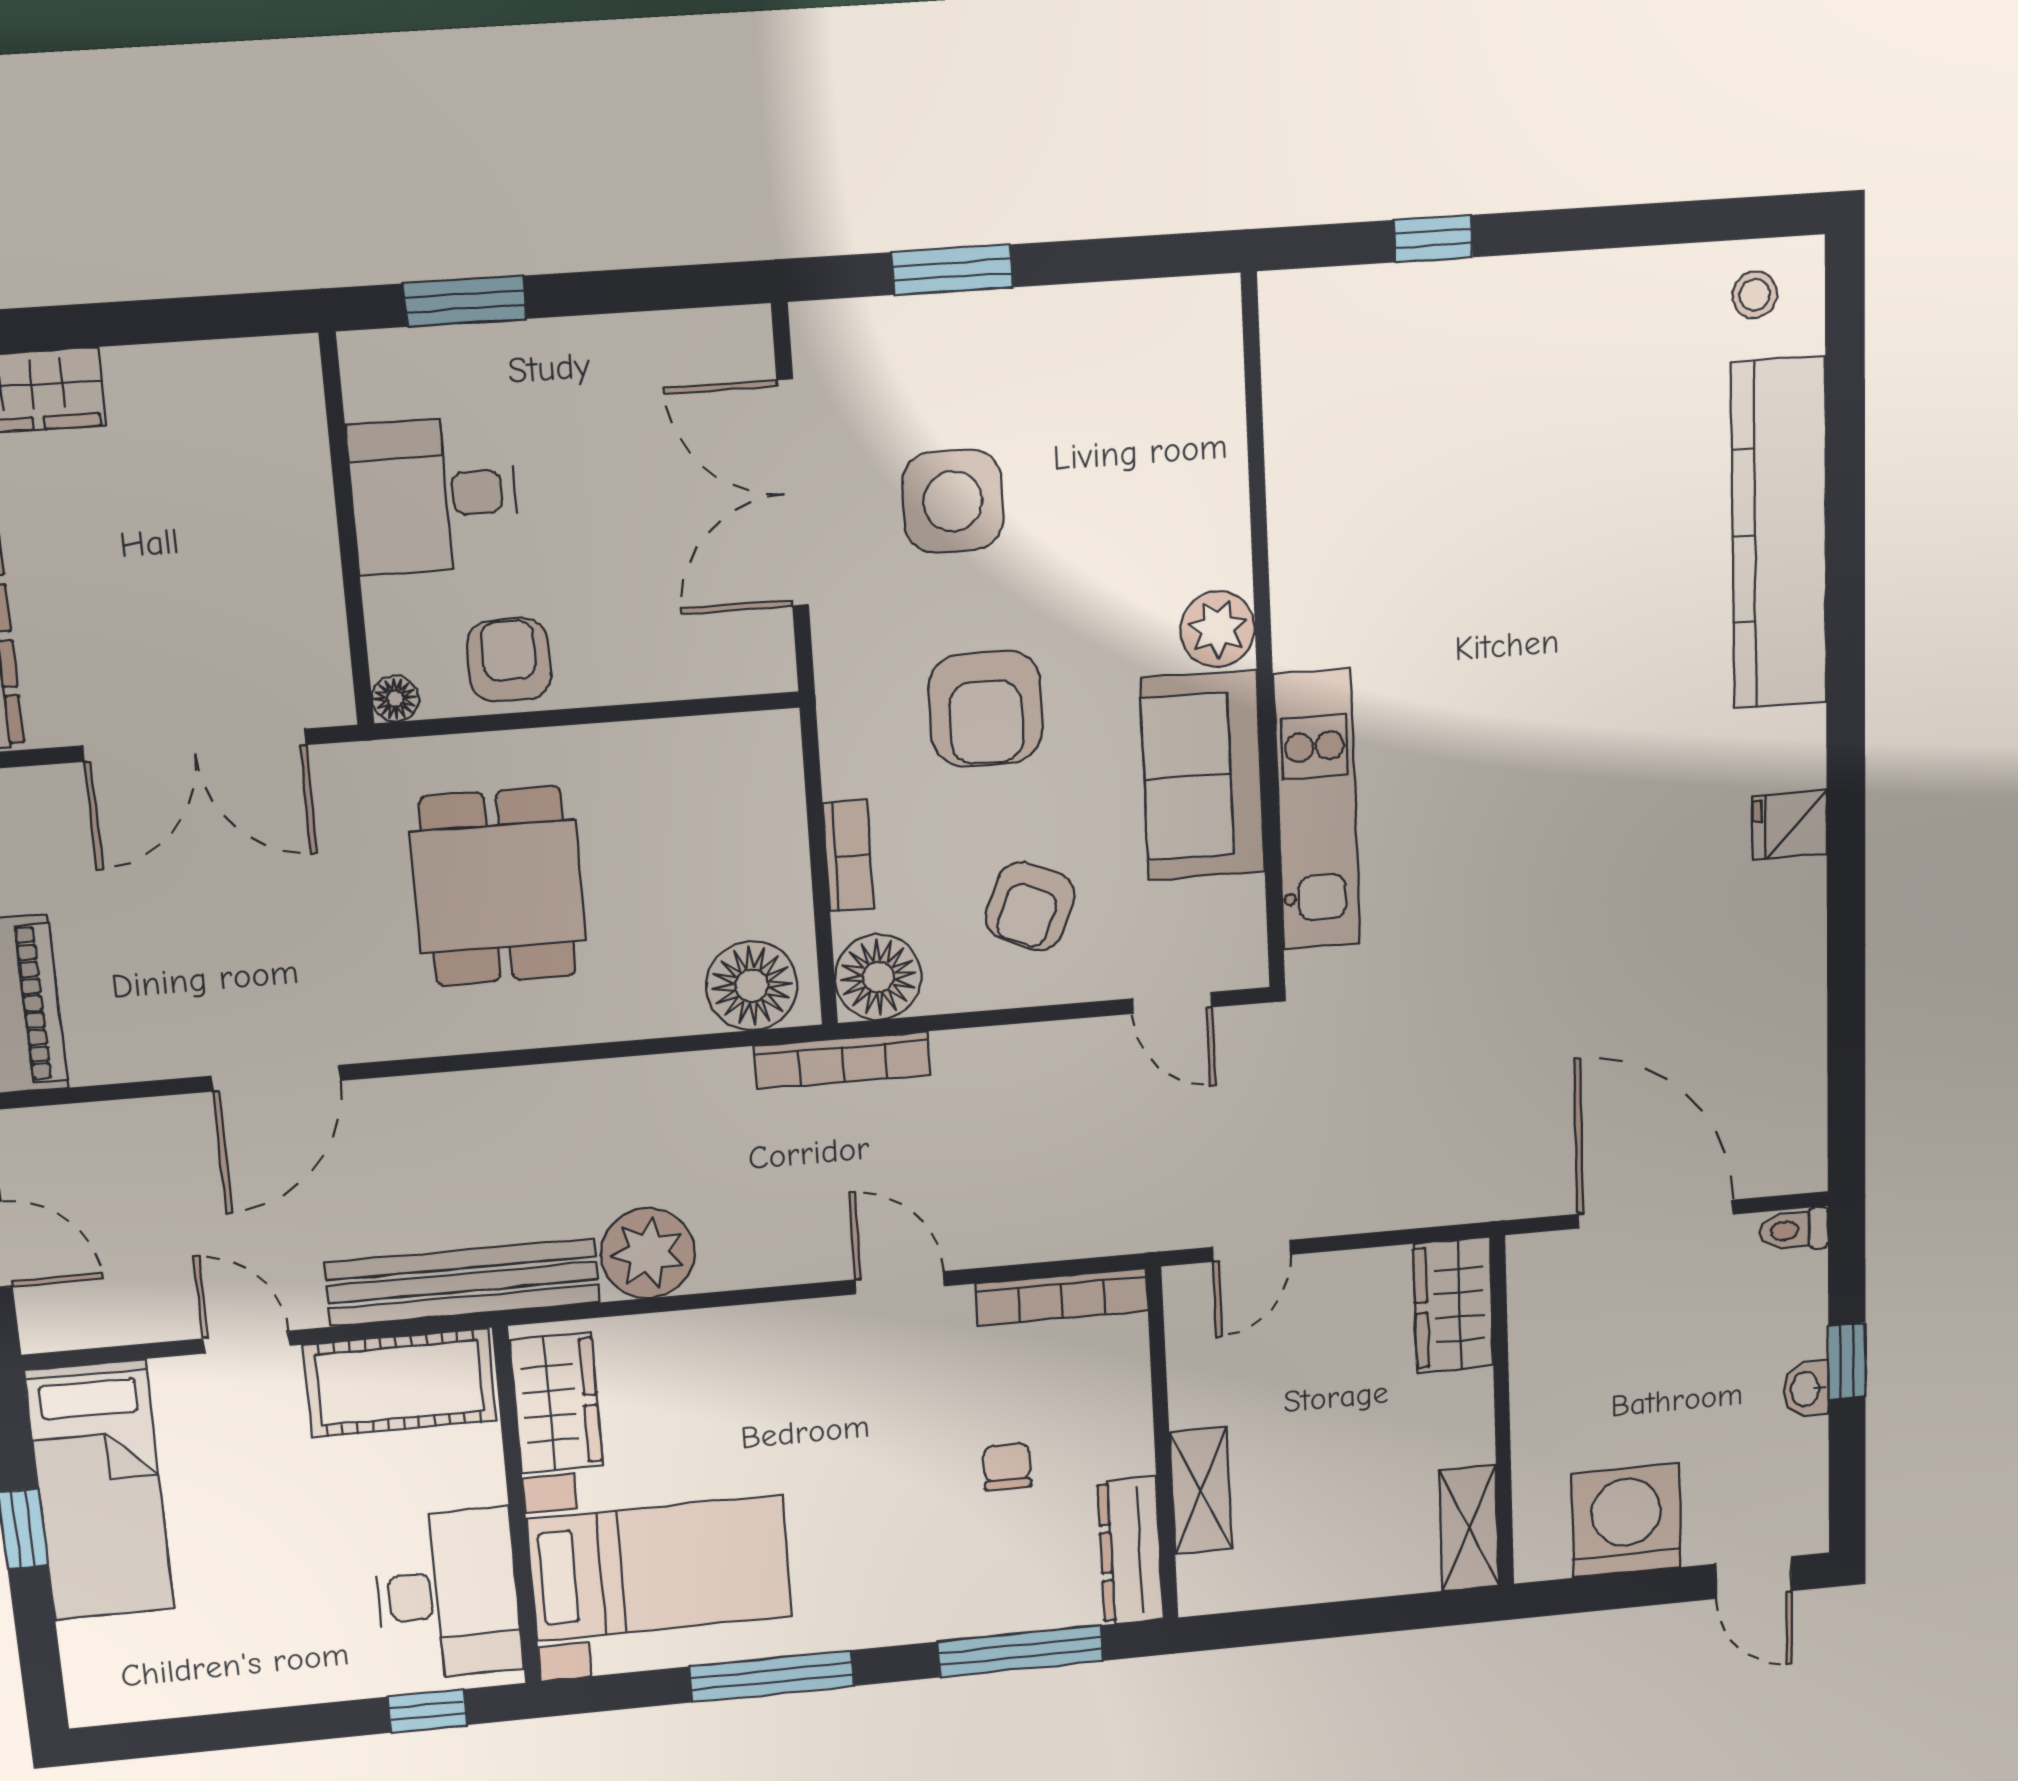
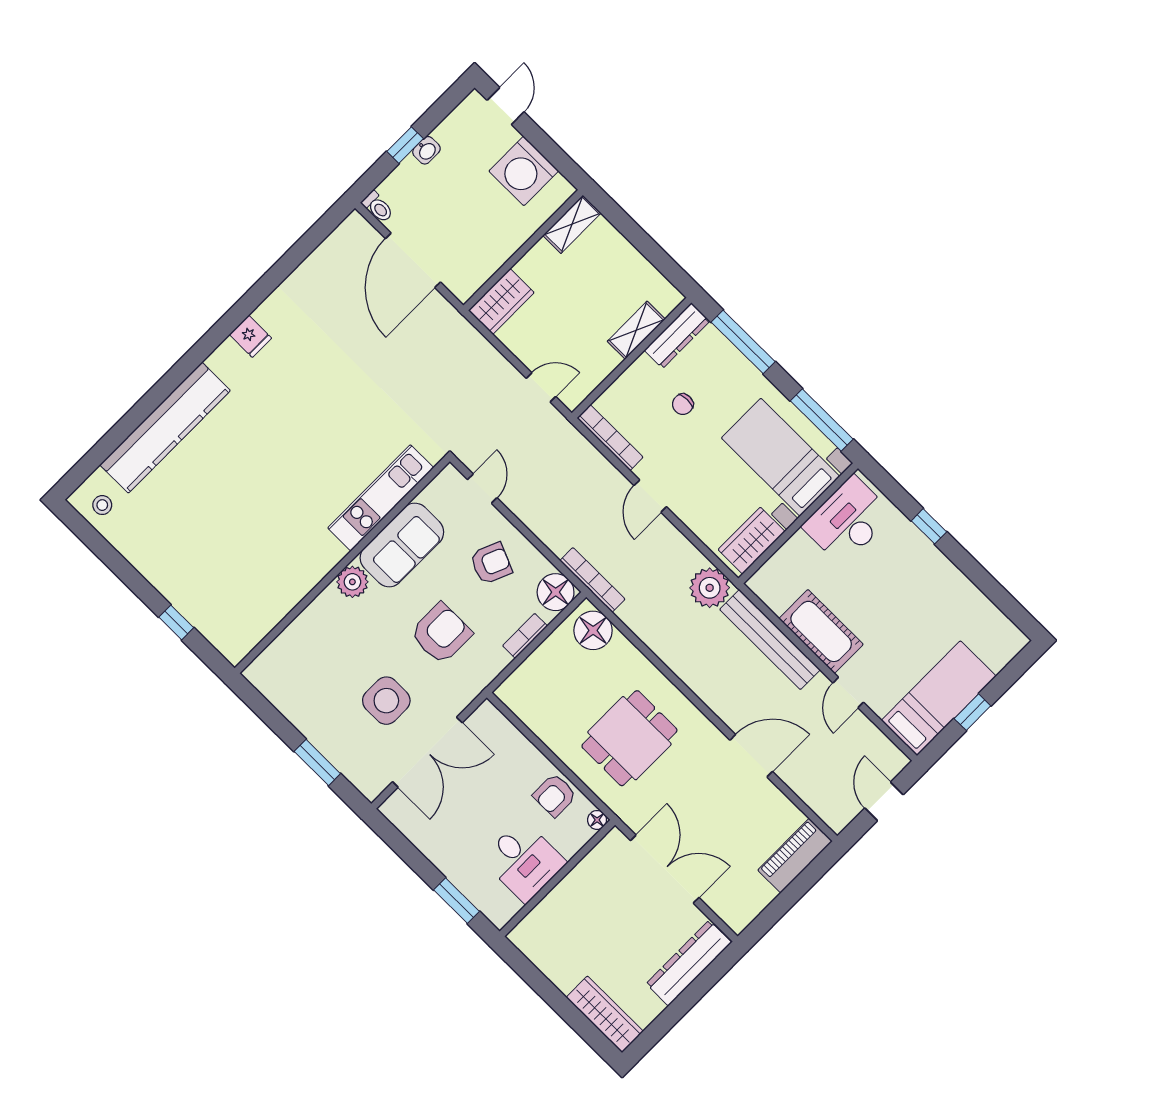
wardrobe: (556, 1403) -> (751, 541), moved
wall: (517, 1507) -> (798, 523), moved
bed with nightstands: (660, 1568) -> (780, 457), moved
desk: (448, 1594) -> (848, 520), moved

